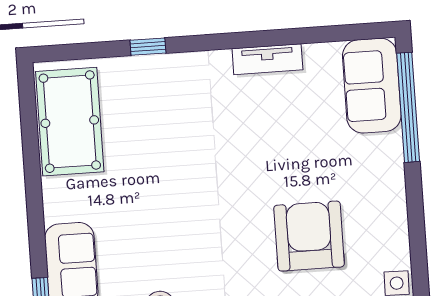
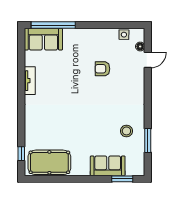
window: (148, 47) -> (21, 154), moved
armchair: (309, 236) -> (102, 69), width x0.53, depth x0.53

